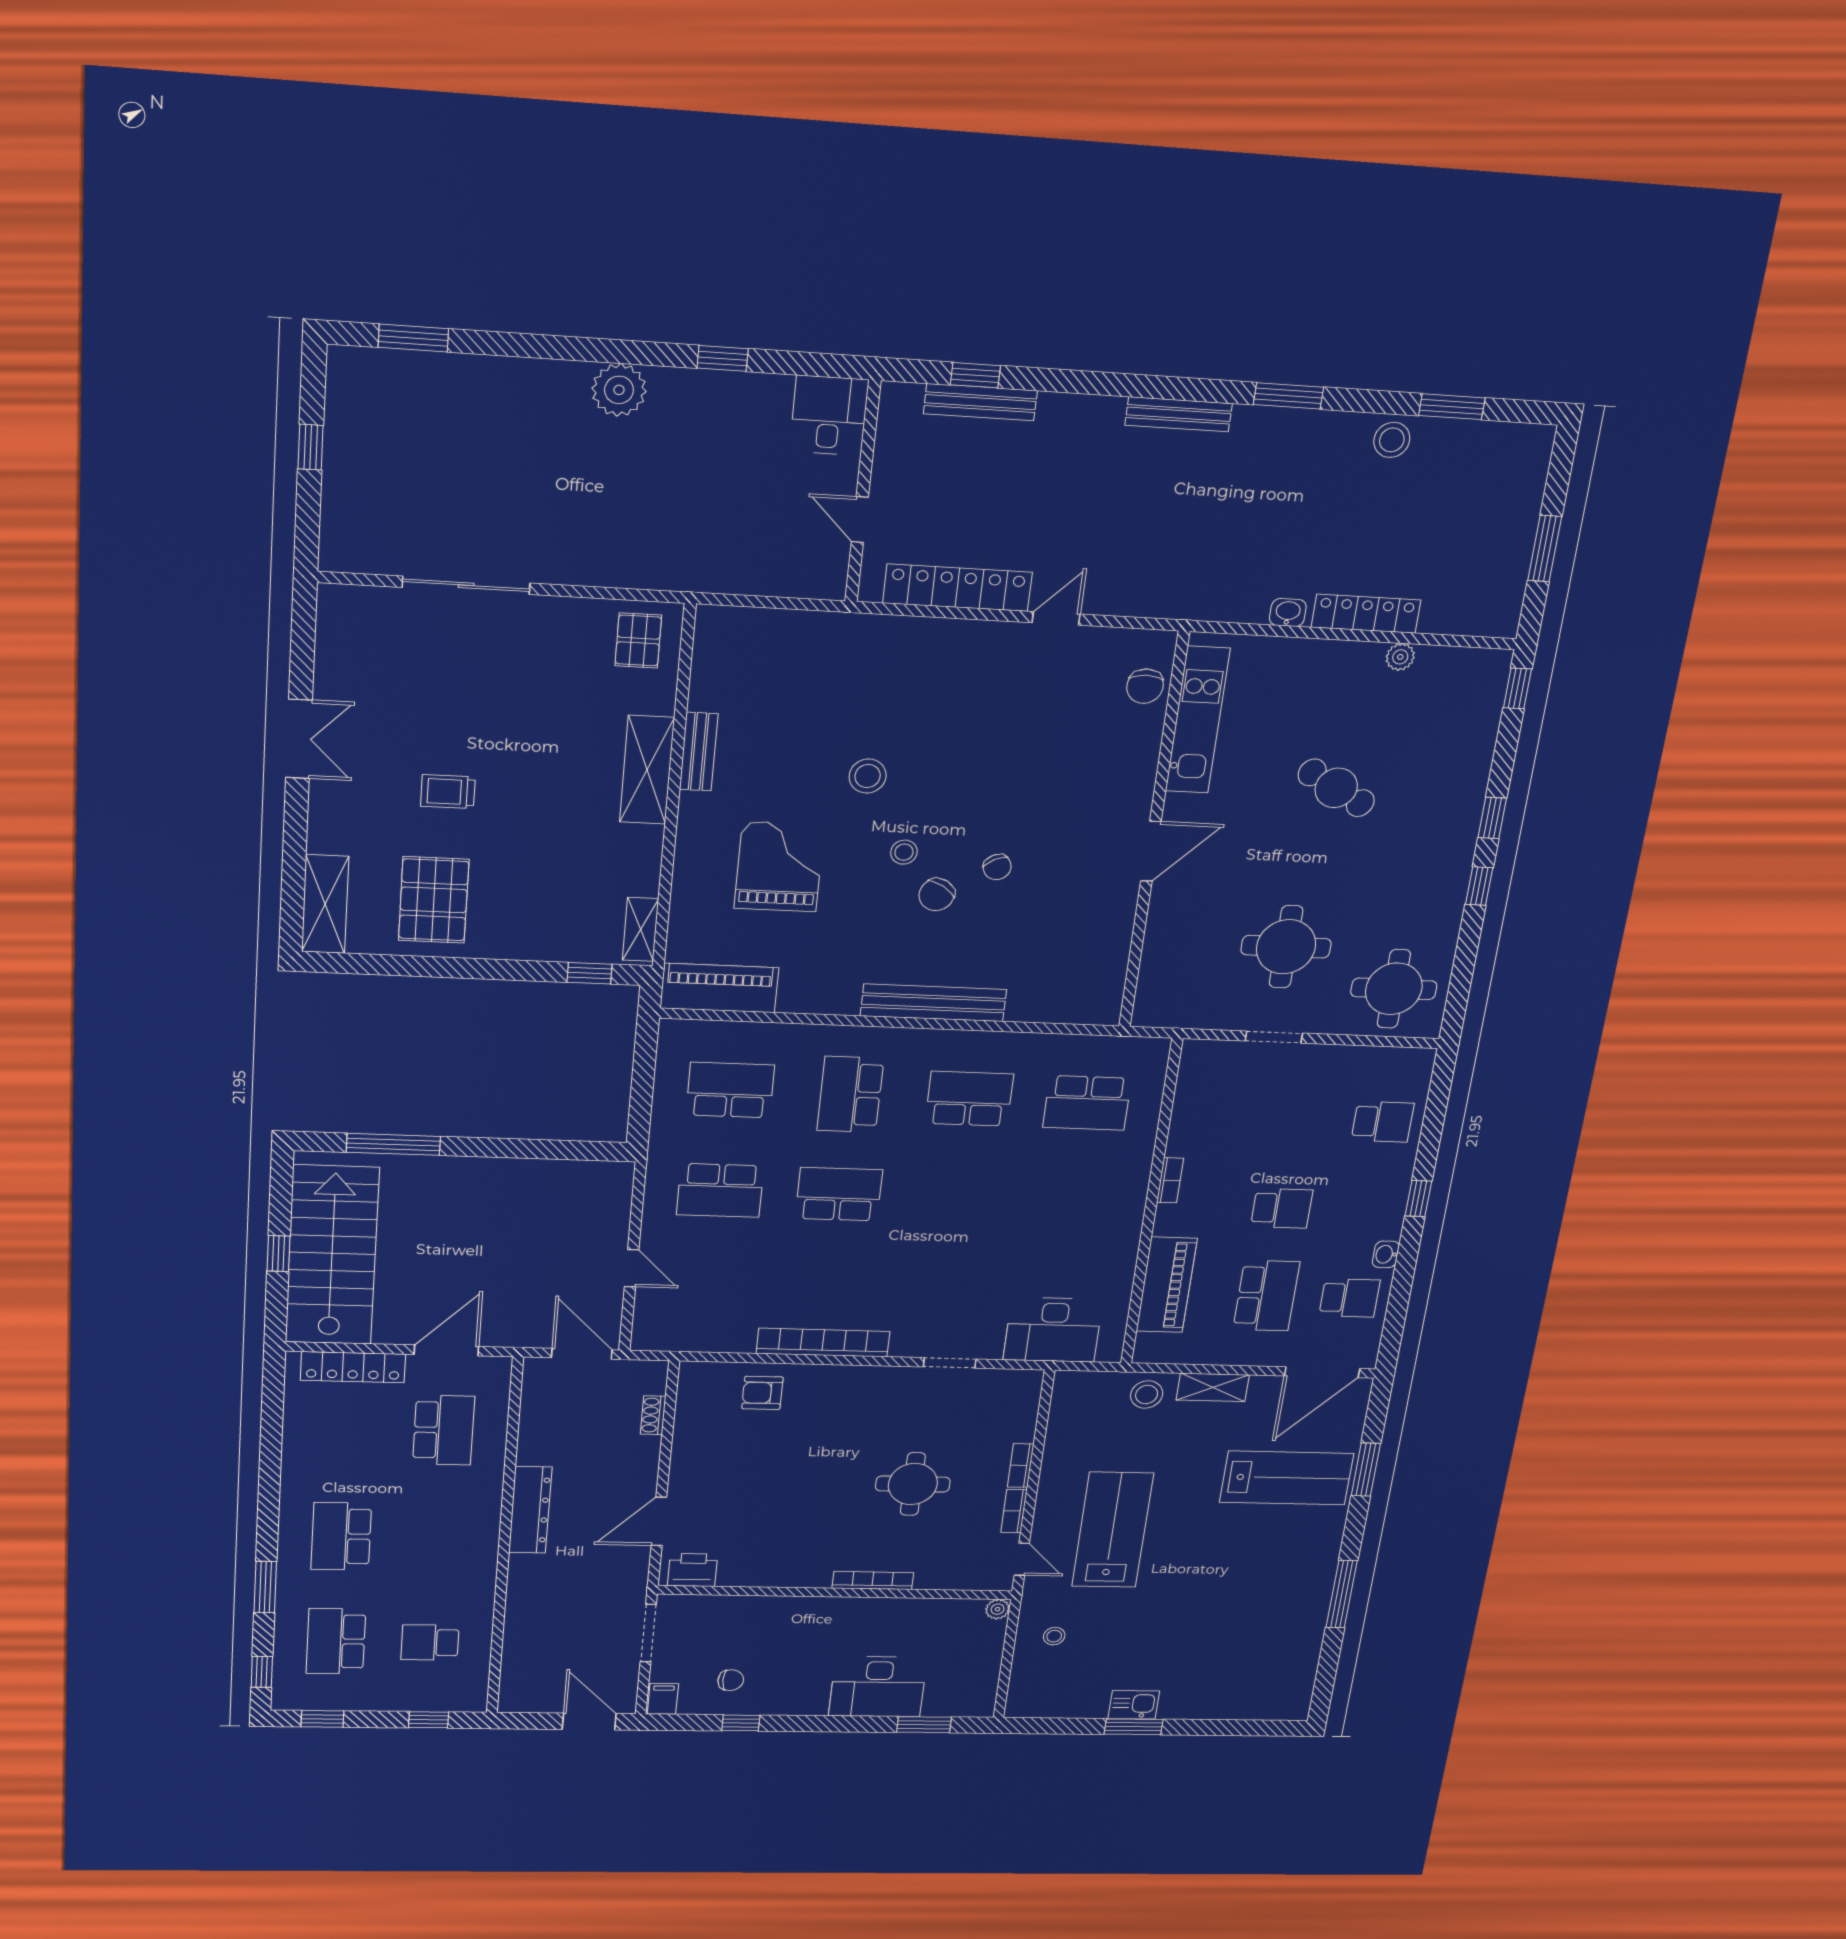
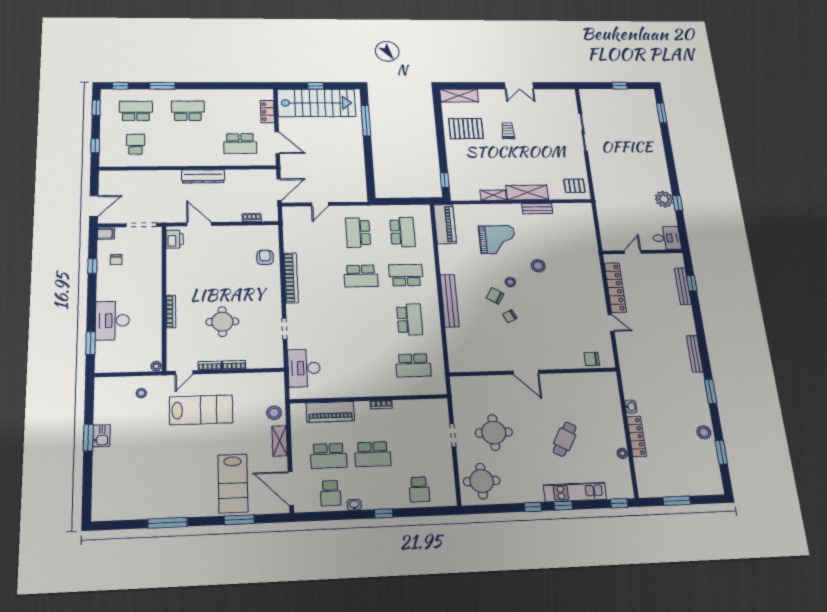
plant: (619, 390) -> (664, 199), moved
kitchen unit: (1198, 720) -> (575, 492), moved, turned 180
shelving: (640, 929) -> (493, 195), moved
school desk: (1087, 1103) -> (413, 365), turned -90
school desk: (839, 1194) -> (361, 276), turned 90
school desk: (1282, 1208) -> (373, 454), width x1.85
locker: (353, 1367) -> (267, 112), width x0.66

